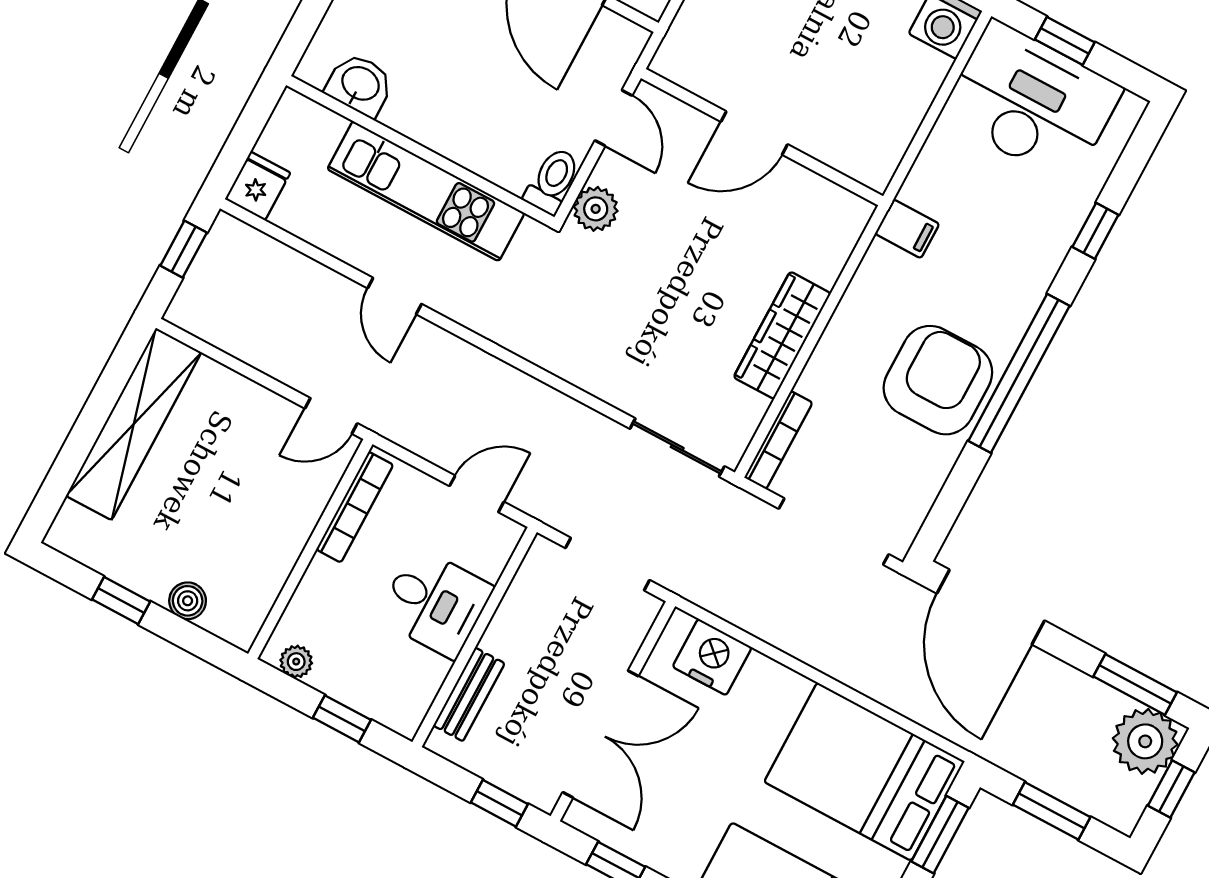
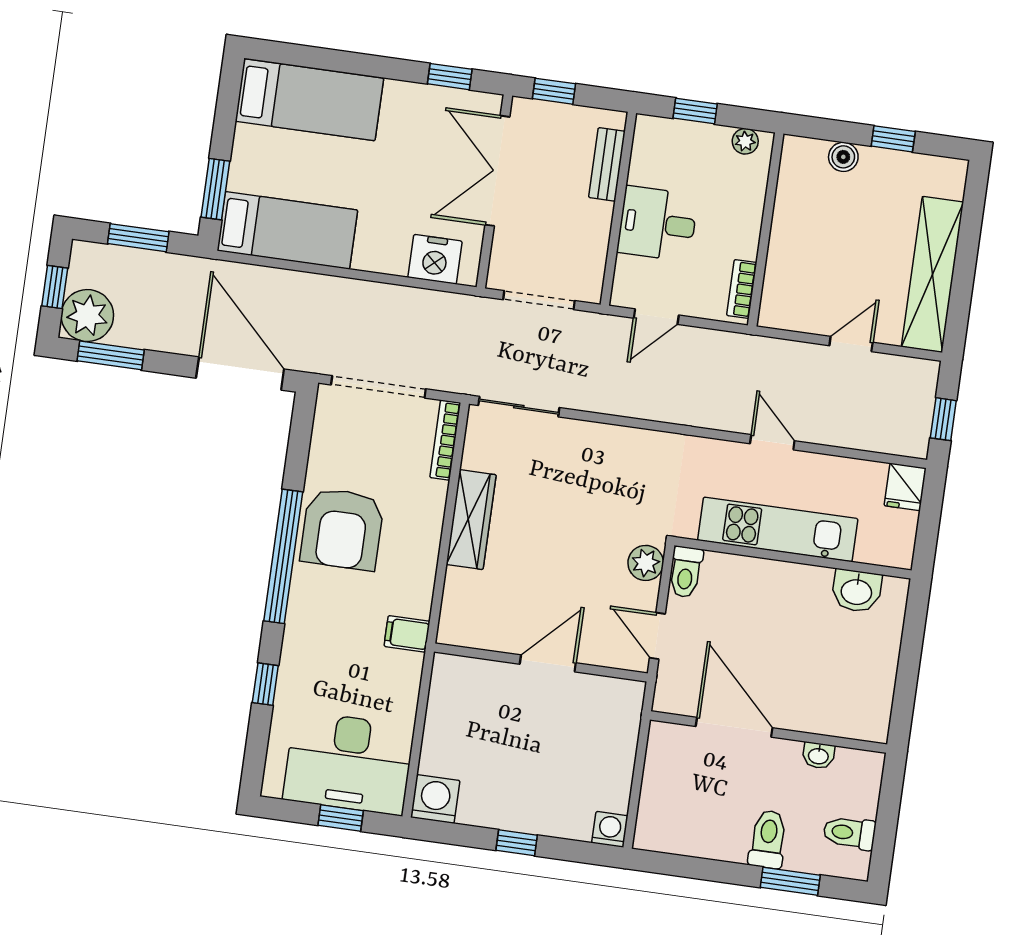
door: (331, 416) -> (851, 344), moved
bookcase: (355, 507) -> (742, 289), width x0.64
bed: (864, 772) -> (287, 230), width x0.67

